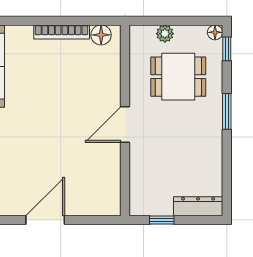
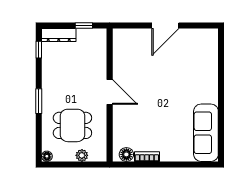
bookcase: (62, 32) -> (147, 157), width x0.64
window: (227, 49) -> (39, 50), moved
door: (125, 125) -> (110, 92), hinge flipped

